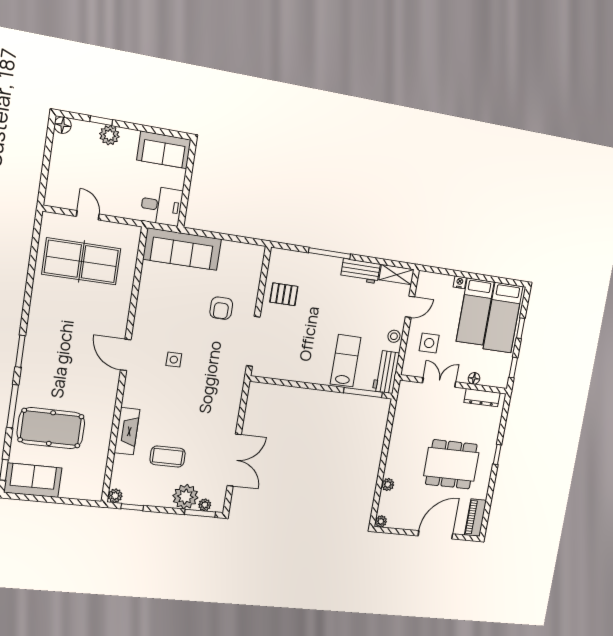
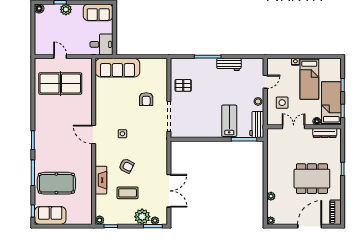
shelving: (397, 275) -> (253, 63), removed
bed: (503, 318) -> (331, 103), moved, turned 180
armchair: (172, 413) -> (126, 166), added

